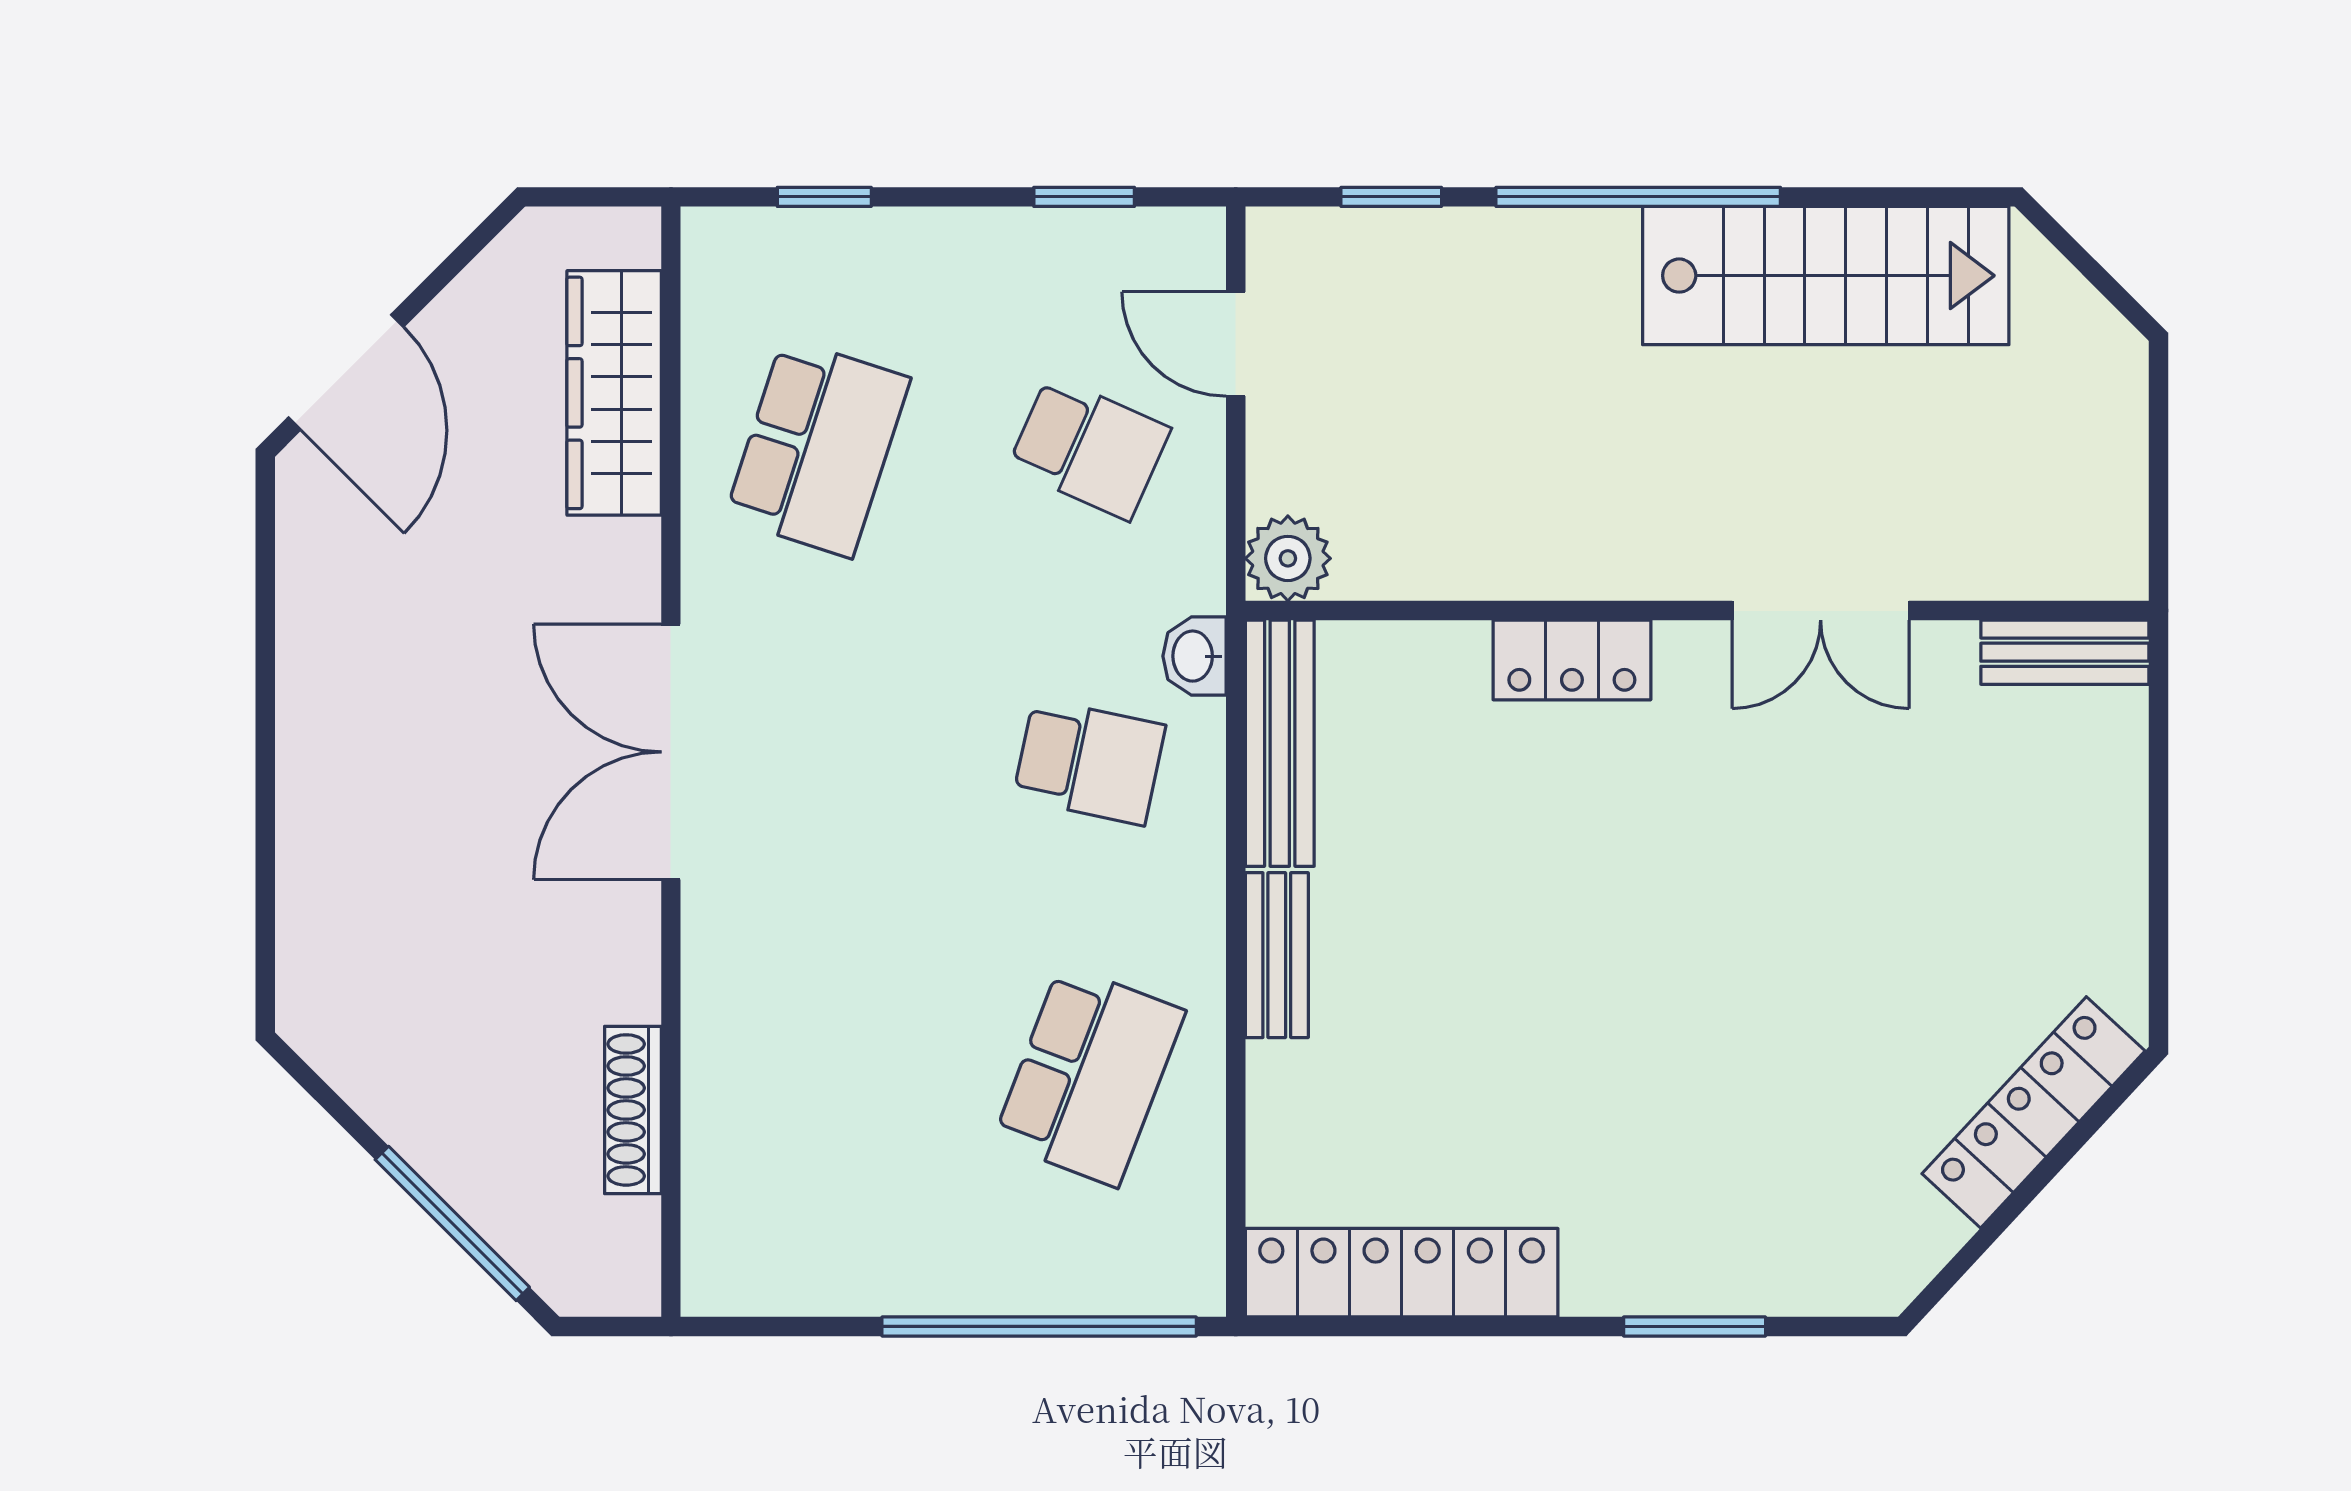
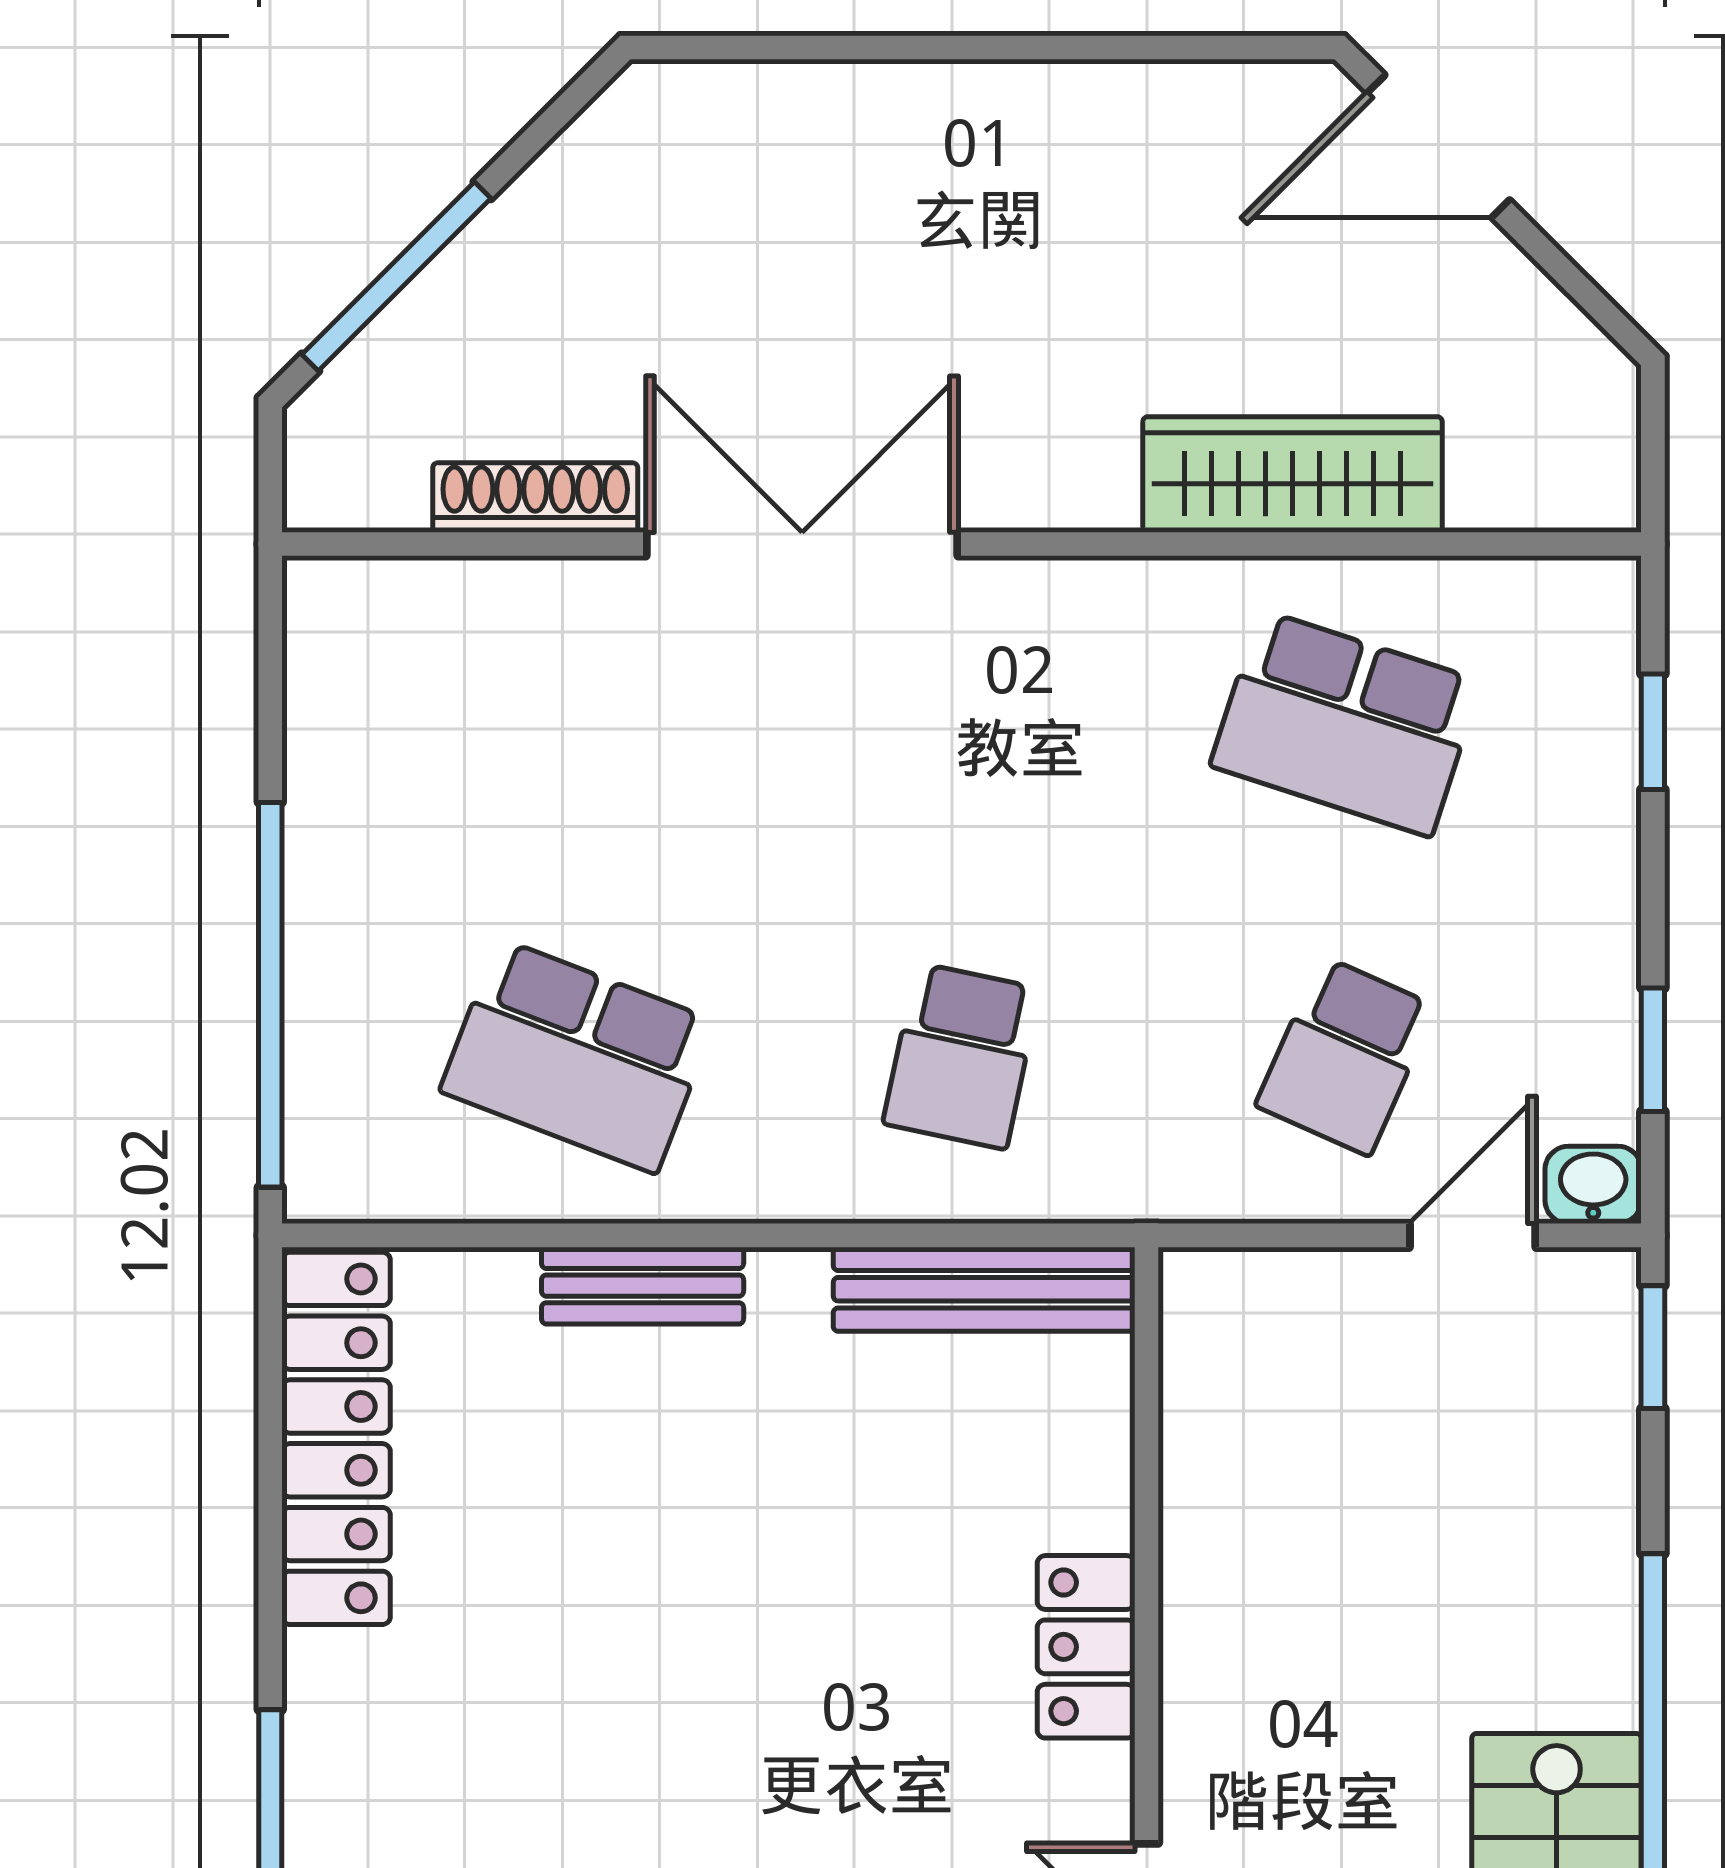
window: (1391, 197) -> (1653, 1347), moved
wardrobe: (614, 393) -> (1293, 475), moved
plant: (1288, 558) -> (1210, 1299), removed
washbasin: (1195, 656) -> (1593, 1185), moved
double door: (671, 752) -> (802, 544), moved
bench: (1277, 955) -> (643, 1286), moved

